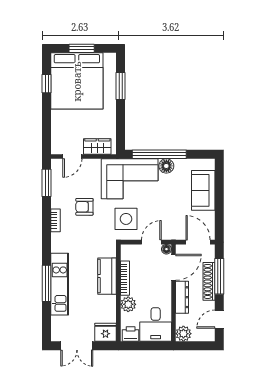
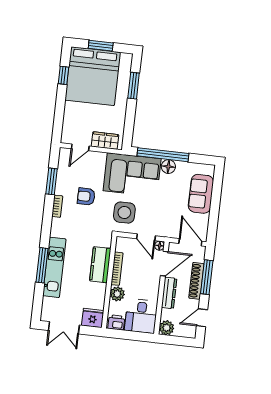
window: (47, 183) -> (52, 181), moved
door: (151, 242) -> (146, 237), swing flipped

